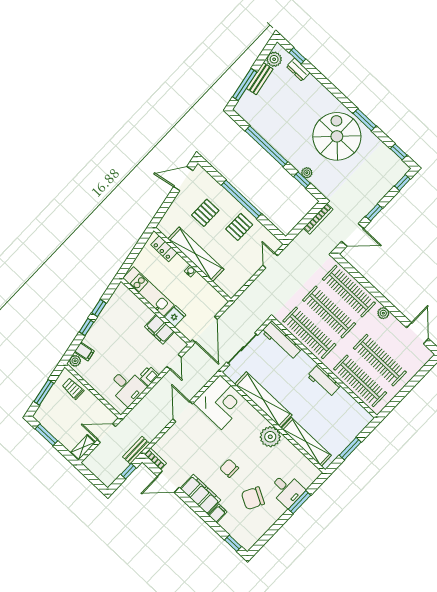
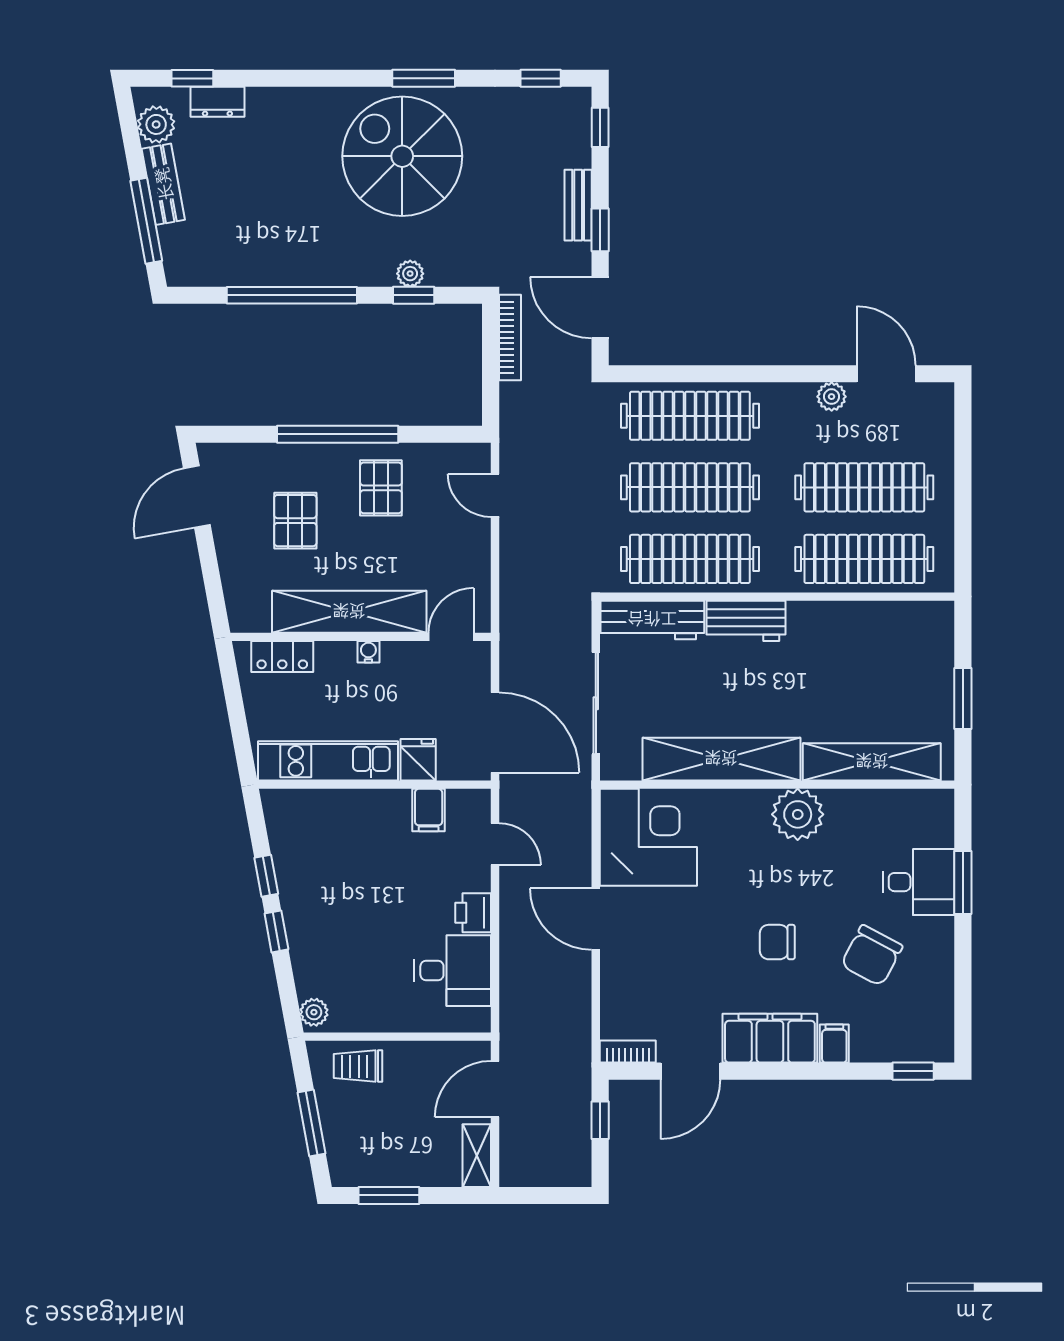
door: (353, 235) -> (600, 308), swing flipped
door: (218, 290) -> (451, 637), added
plant: (383, 313) -> (832, 397), moved
filing cabinet: (159, 329) -> (429, 810), width x0.50
filing cabinet: (84, 352) -> (315, 980), removed
workbench: (324, 381) -> (746, 621), moved
bench: (136, 450) -> (578, 205), moved

